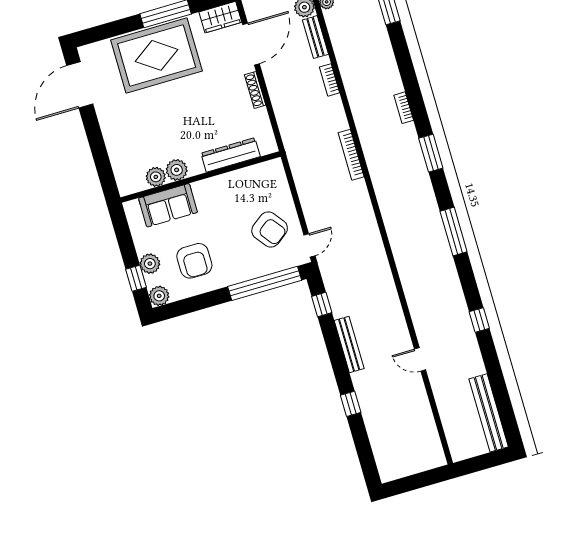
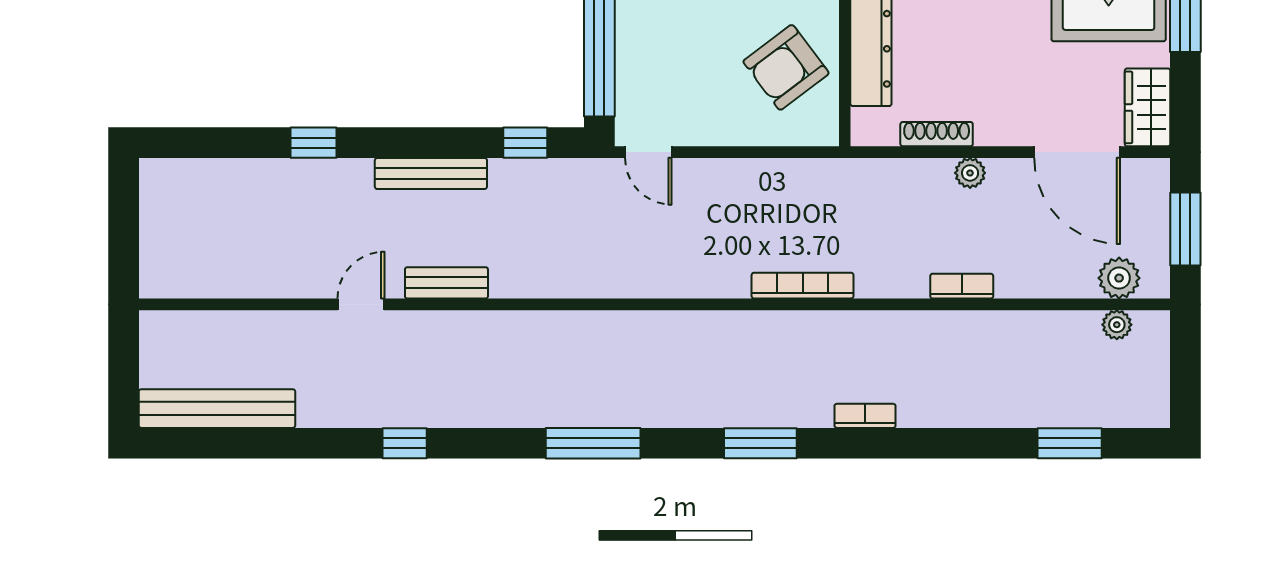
bench: (315, 37) -> (446, 283), moved
shoe rack: (255, 90) -> (937, 134), moved
plant: (275, 91) -> (970, 173), added
armchair: (270, 229) -> (786, 67), moved

